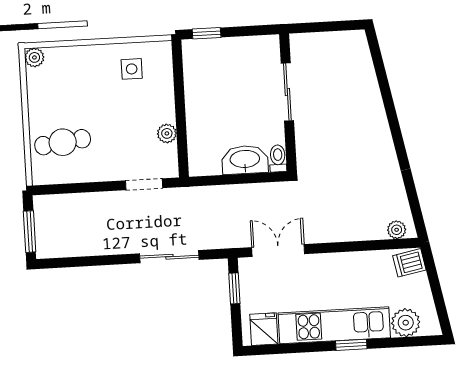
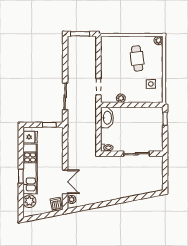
cafe table: (63, 142) -> (137, 58), moved
washbasin: (245, 160) -> (107, 118), moved
double door: (278, 251) -> (65, 182), moved

